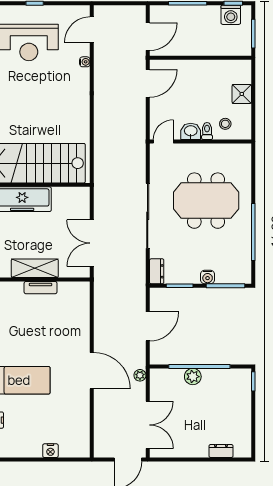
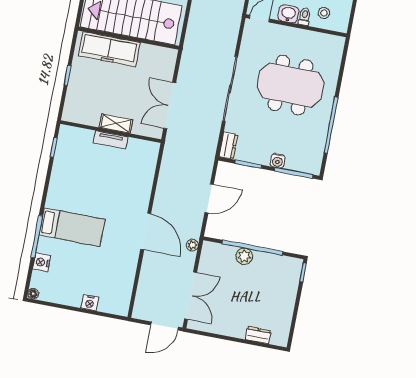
shelving: (35, 268) -> (116, 124), width x0.67, depth x0.75

